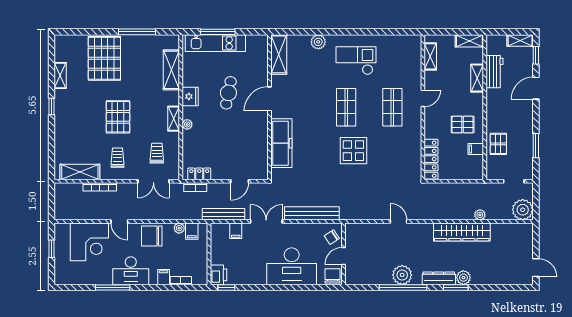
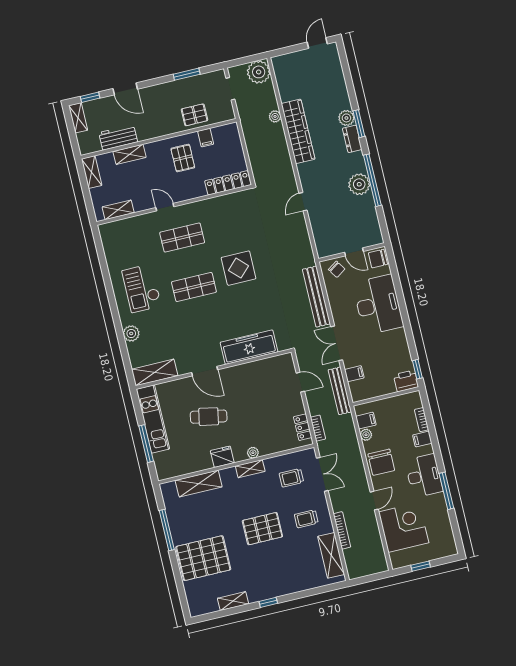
kitchen unit: (215, 43) -> (153, 419), moved
dresser: (439, 278) -> (352, 139), width x0.70

